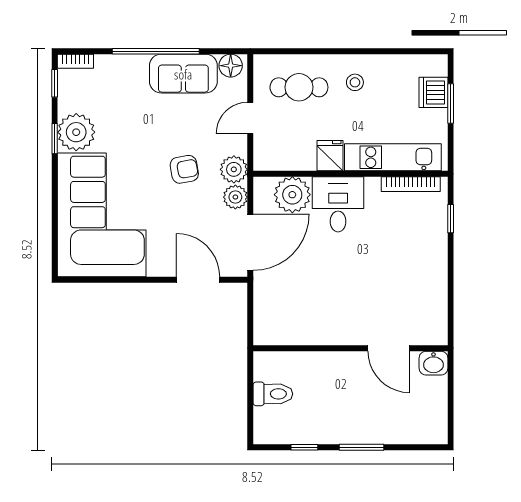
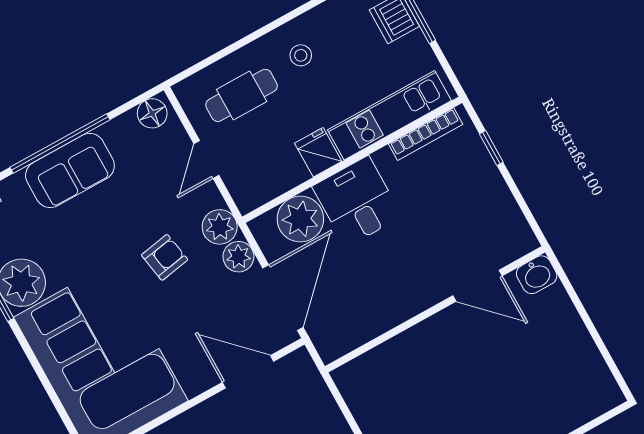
sofa: (183, 74) -> (70, 170), moved
wall: (350, 348) -> (435, 309), moved
door: (389, 348) -> (477, 286), moved
washbasin: (433, 363) -> (537, 275), moved

